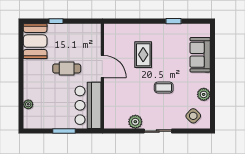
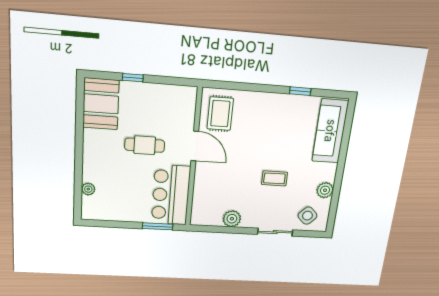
rug: (143, 55) -> (220, 114), moved
sofa: (200, 55) -> (330, 131), width x1.36
window: (64, 131) -> (158, 226), moved
sliding door: (158, 131) -> (275, 232), moved

